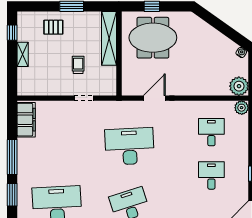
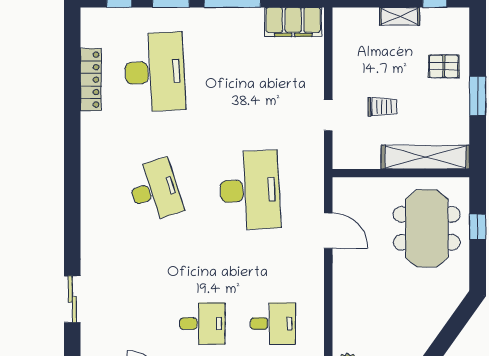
pallet: (53, 27) -> (444, 66), turned 90

